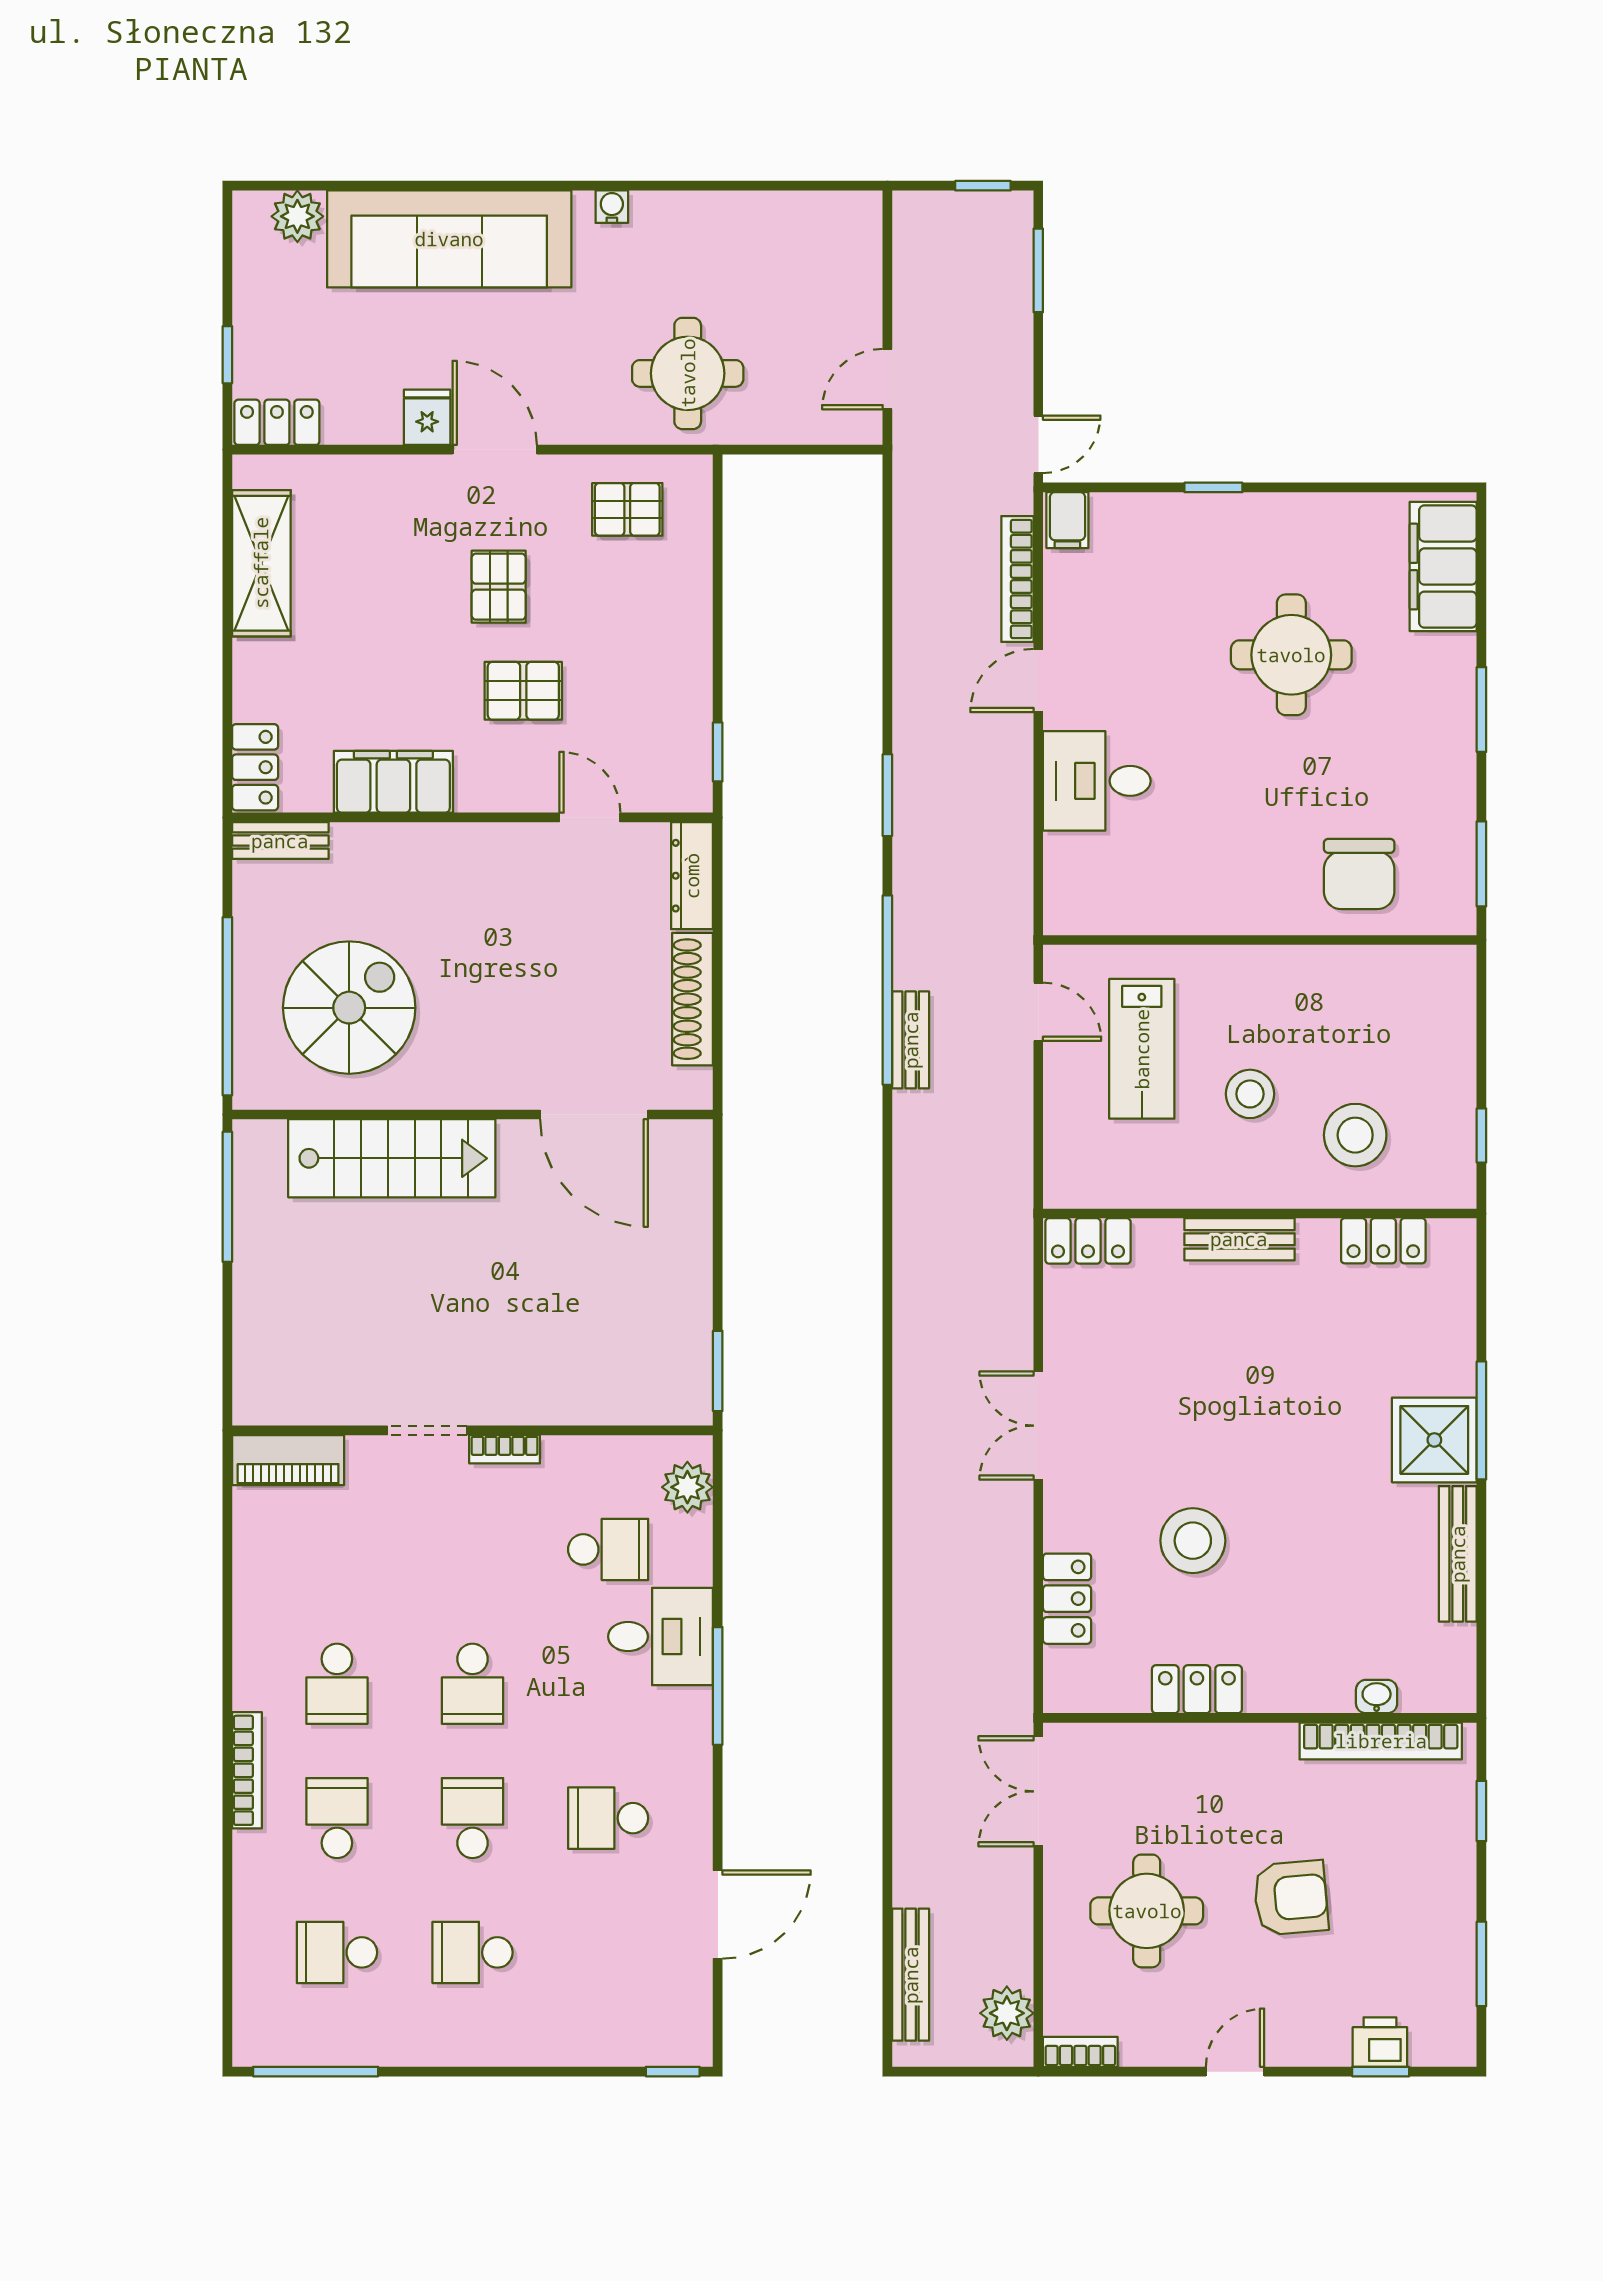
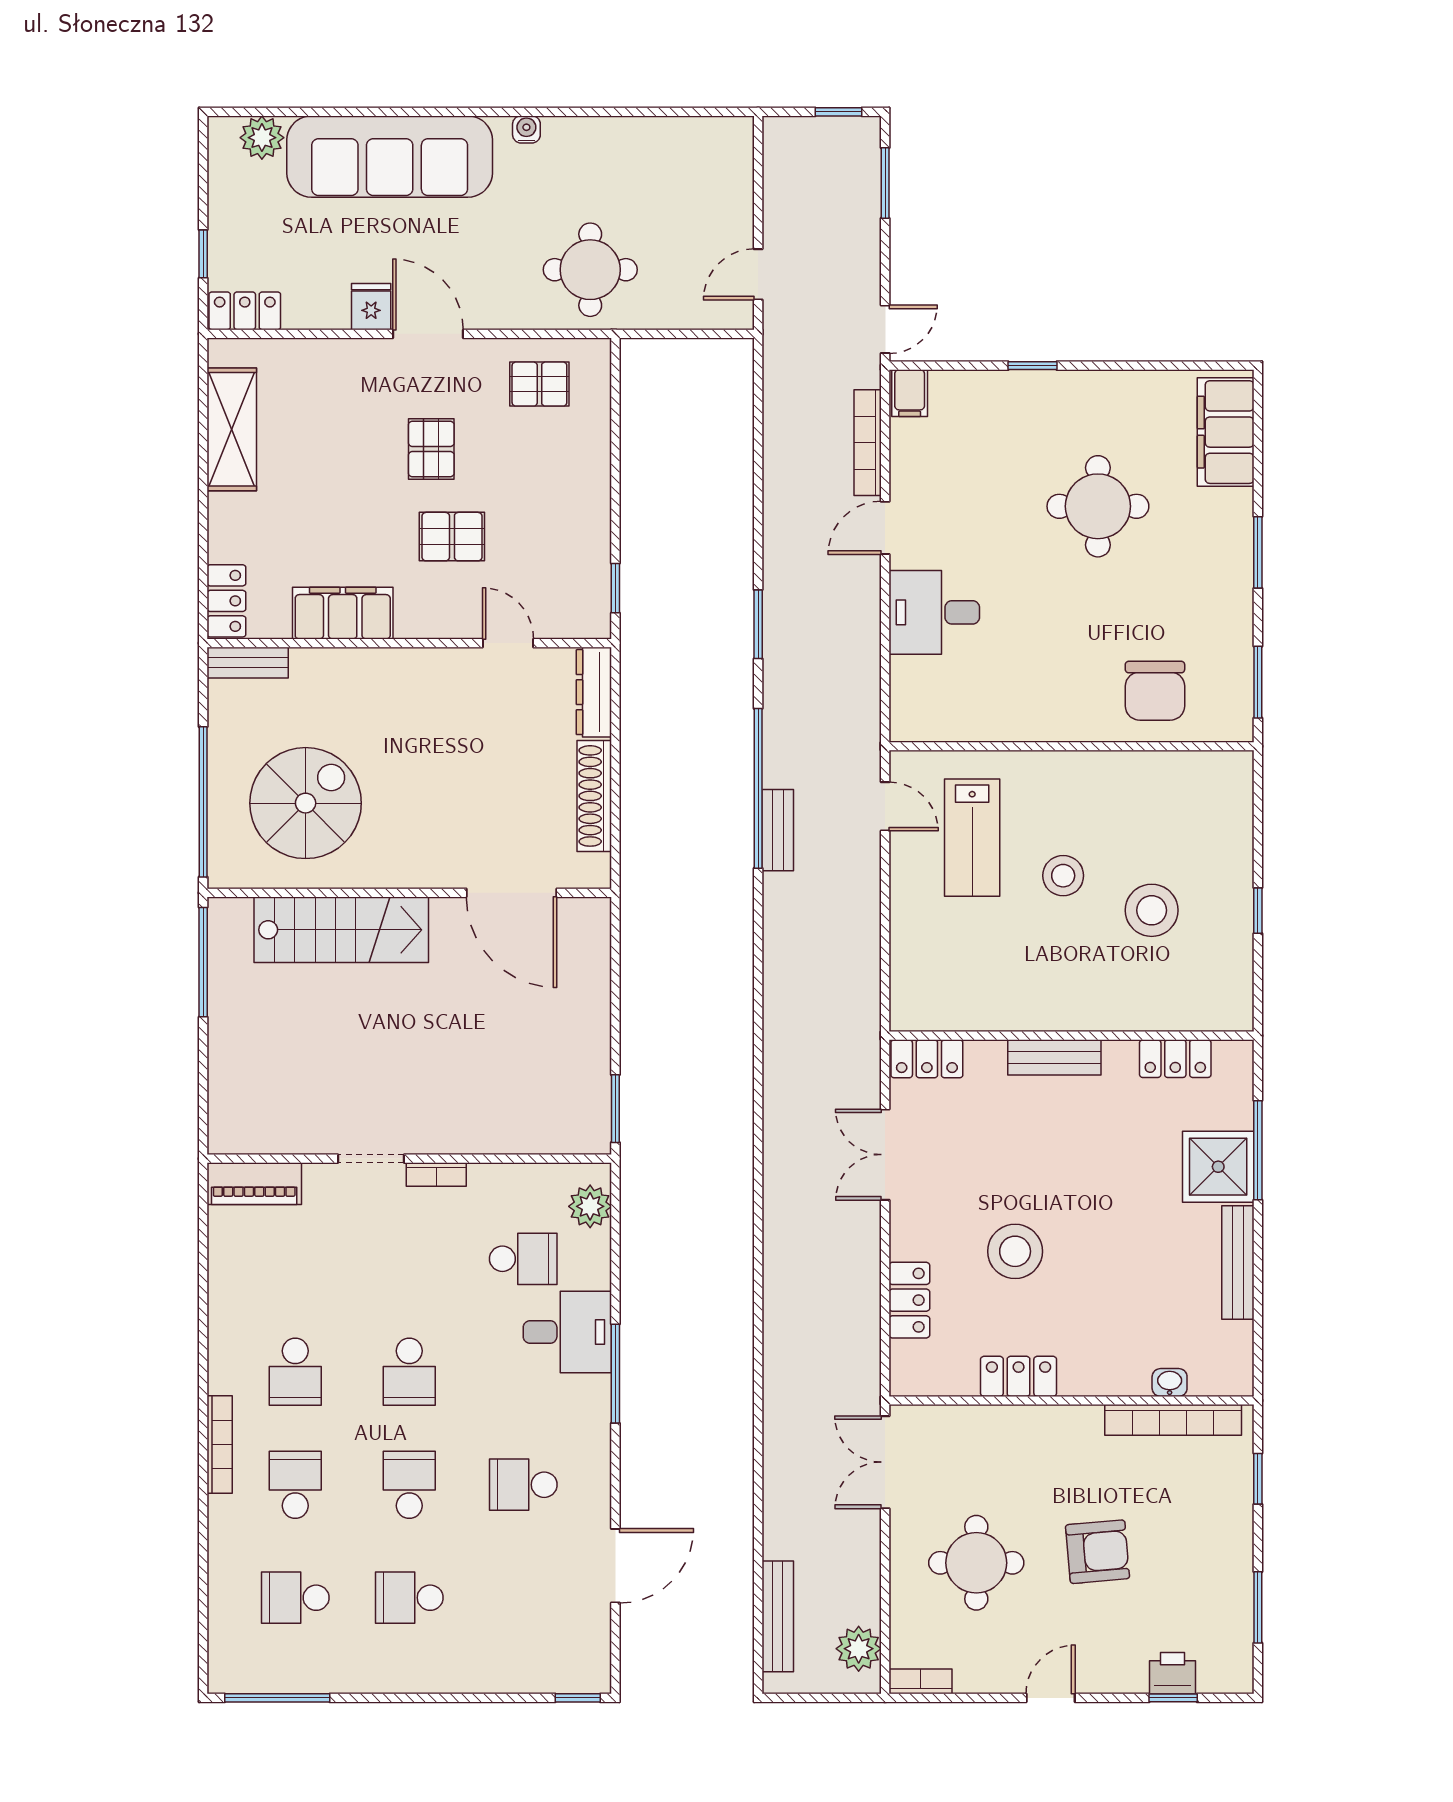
wall: (1260, 1213) -> (1071, 1036), moved
bench: (1239, 1239) -> (1054, 1057), moved
locker: (1088, 1241) -> (927, 1059), moved
locker: (1383, 1241) -> (1175, 1059), moved

